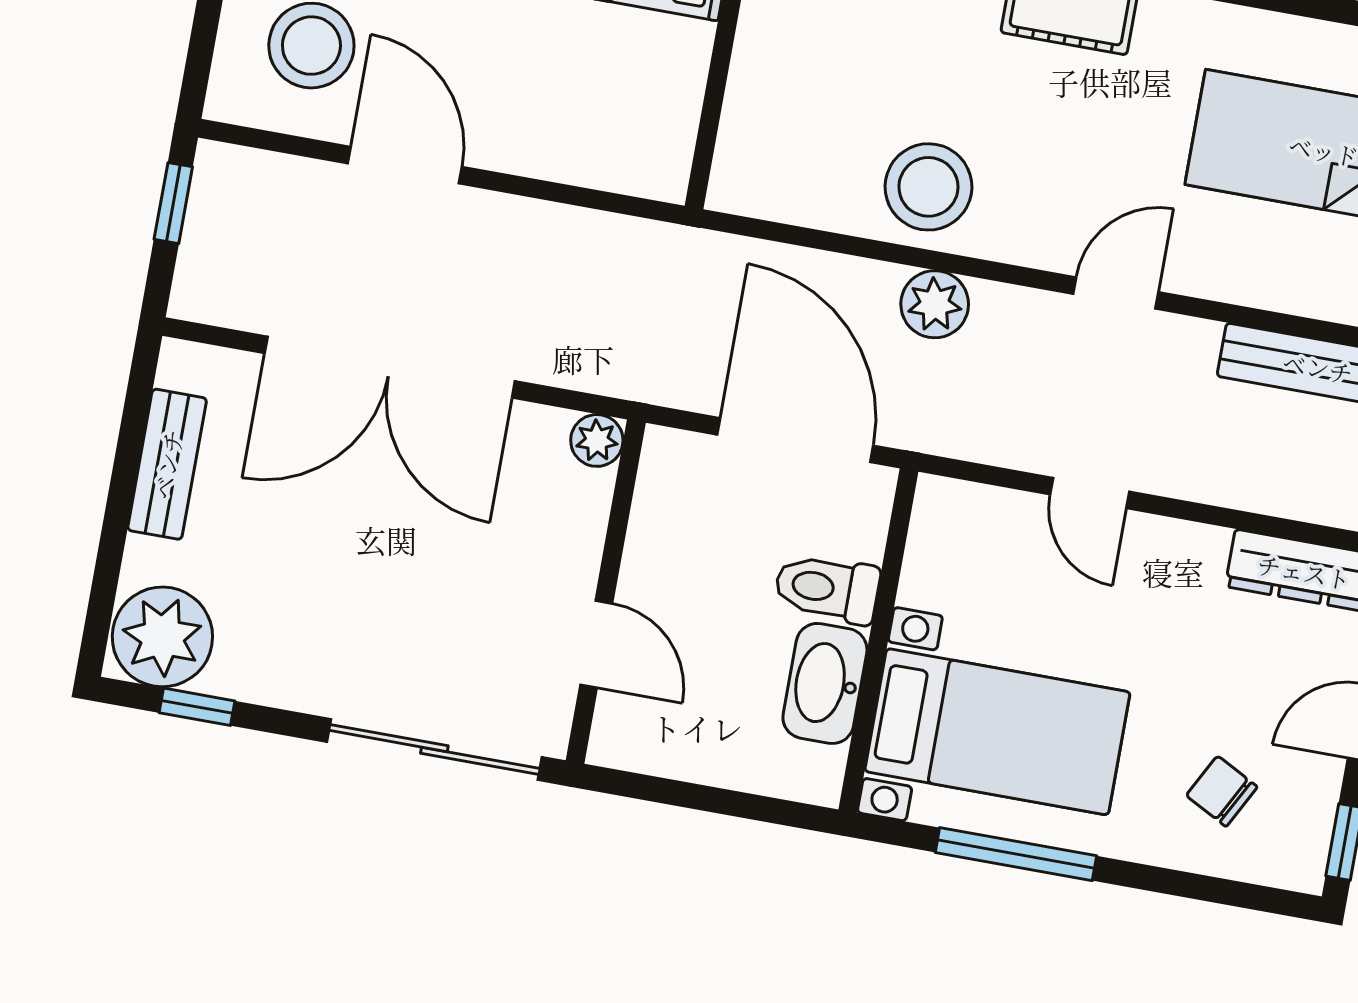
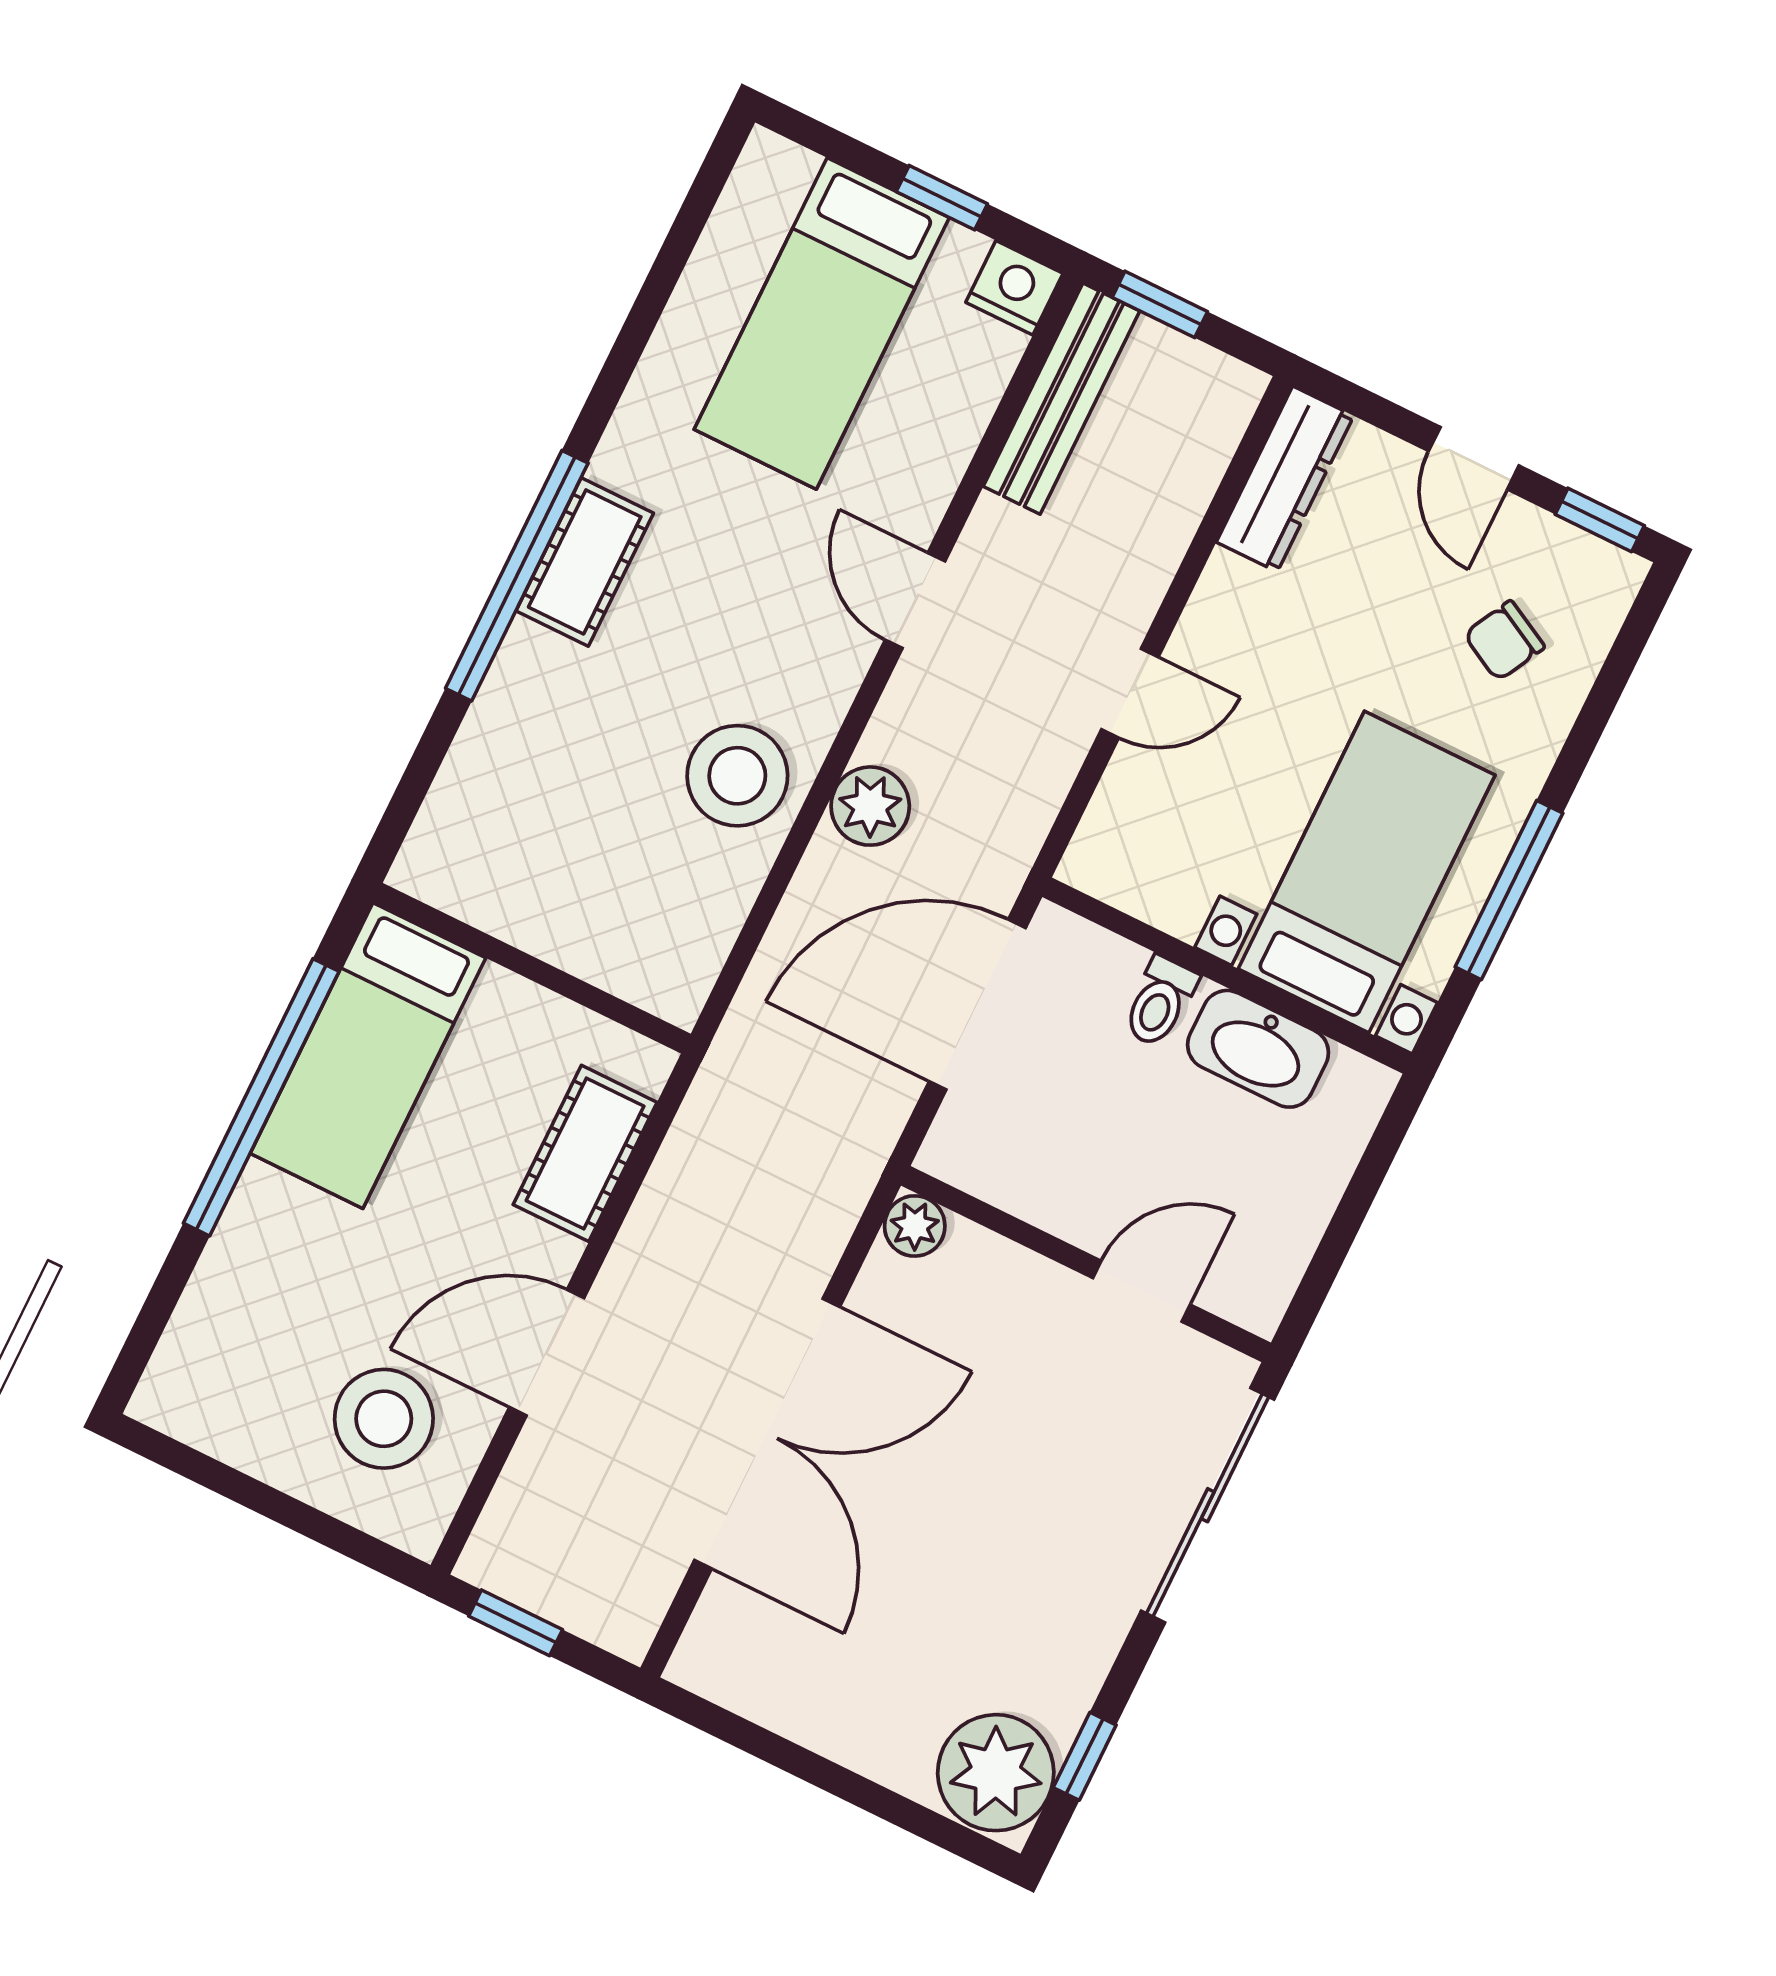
cot: (579, 150) -> (585, 1153), added
bench: (167, 464) -> (805, 1713), removed
toilet: (827, 588) -> (1160, 1002), width x0.73, depth x0.72

